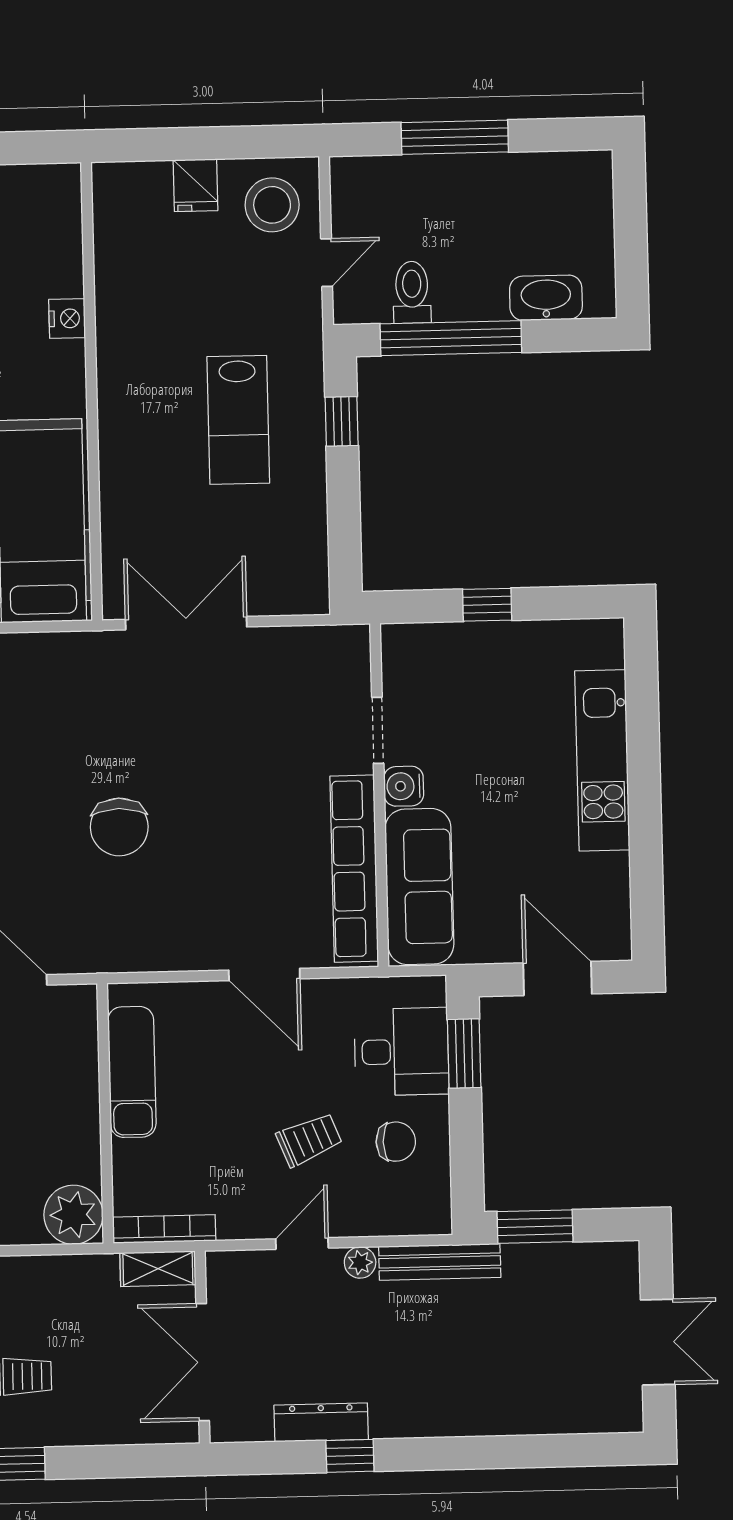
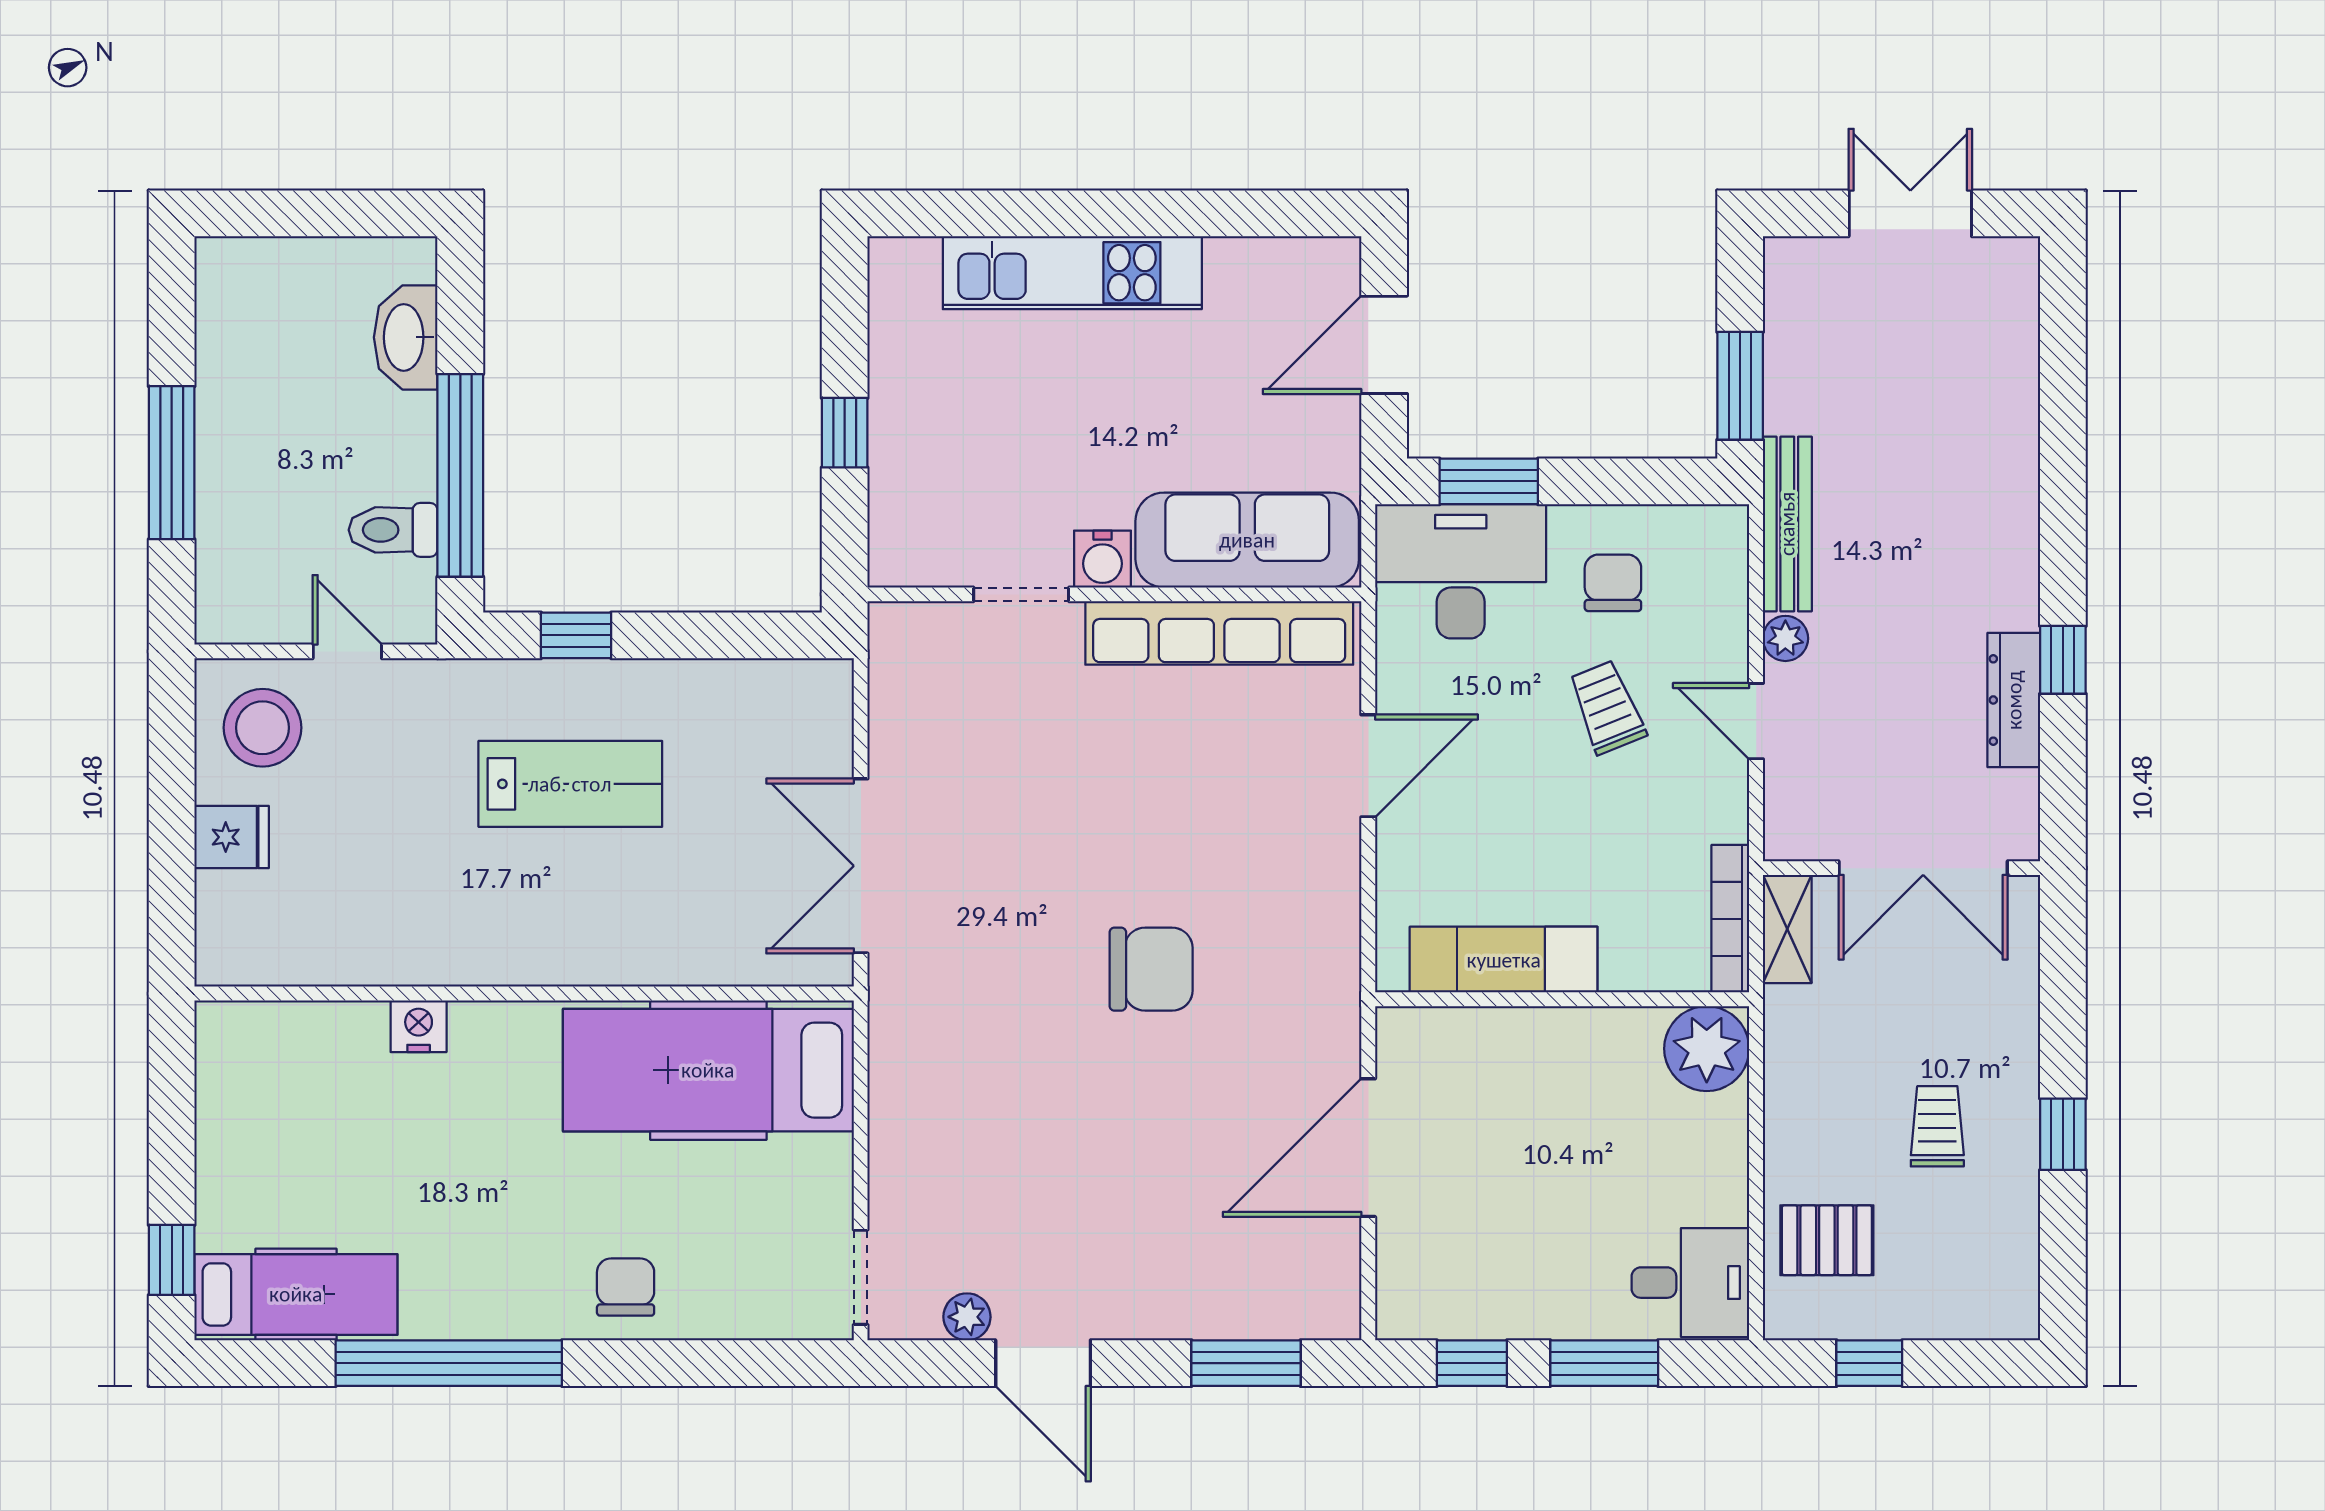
desk: (402, 1052) -> (1461, 571), width x1.37

